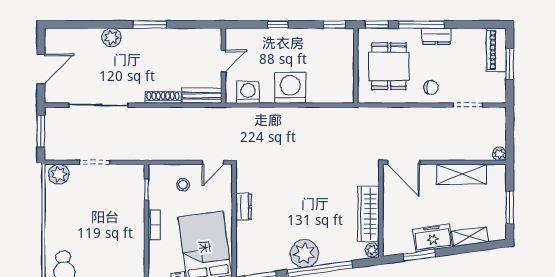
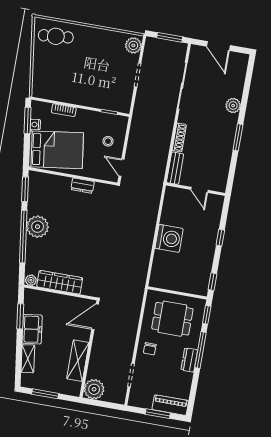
washing machine: (248, 92) -> (171, 205), removed
plant: (499, 154) -> (94, 389), width x1.88, depth x1.88
bookcase: (154, 225) -> (64, 110), moved

